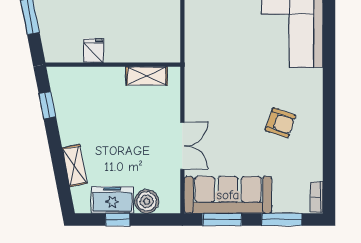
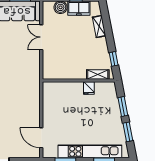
shelving: (147, 76) -> (98, 74), moved

